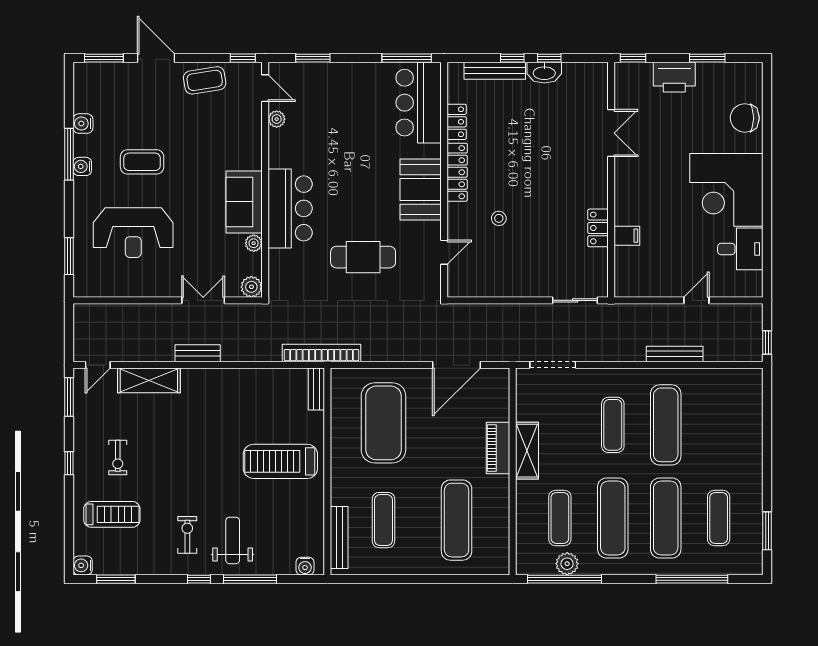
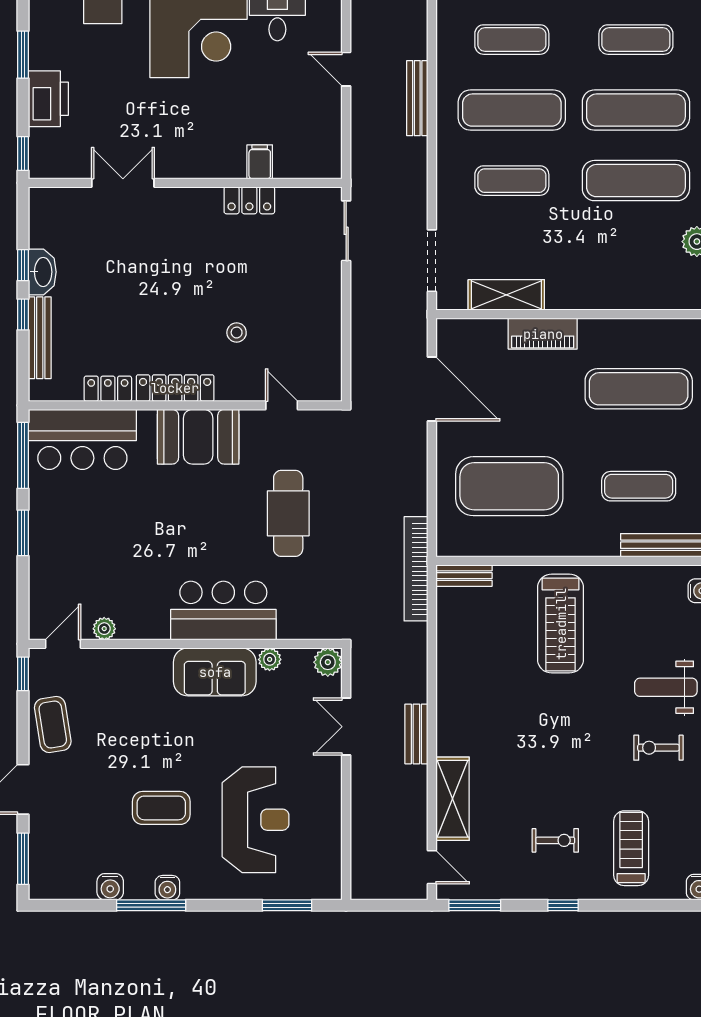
window: (313, 58) -> (23, 533), moved
coffee table: (142, 162) -> (161, 808), turned 90
shelving: (527, 451) -> (506, 295), moved
exercise mat: (560, 518) -> (512, 40), moved

